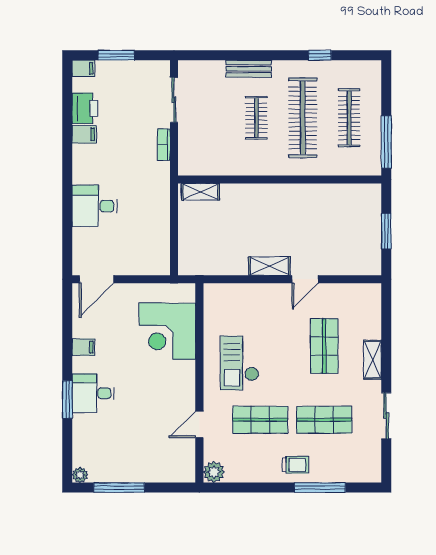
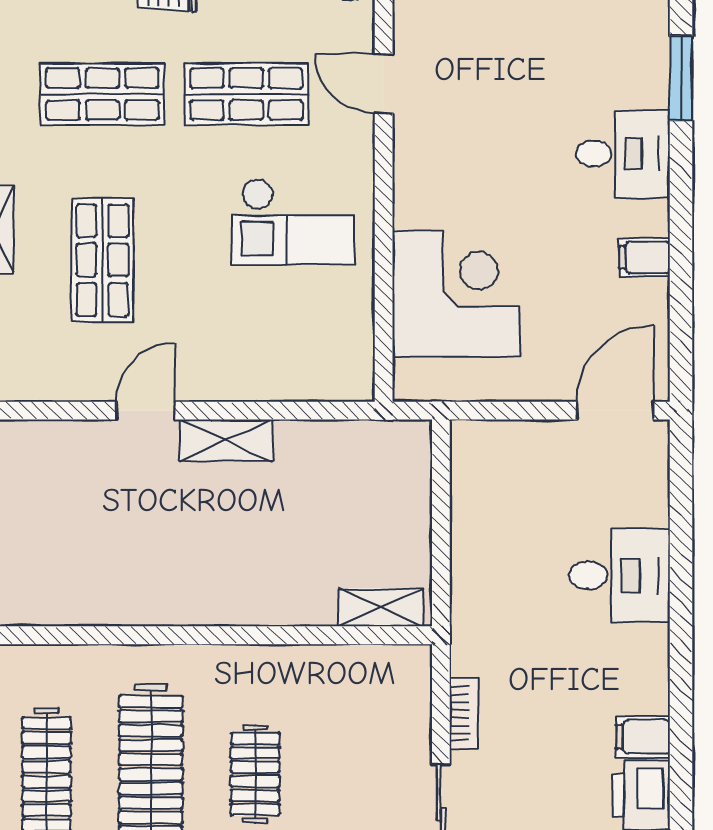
checkout: (240, 363) -> (293, 222), turned 90
window: (67, 400) -> (681, 78), moved
door: (199, 424) -> (384, 84), swing flipped

